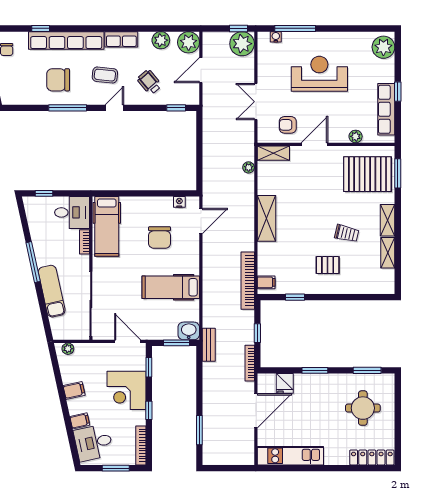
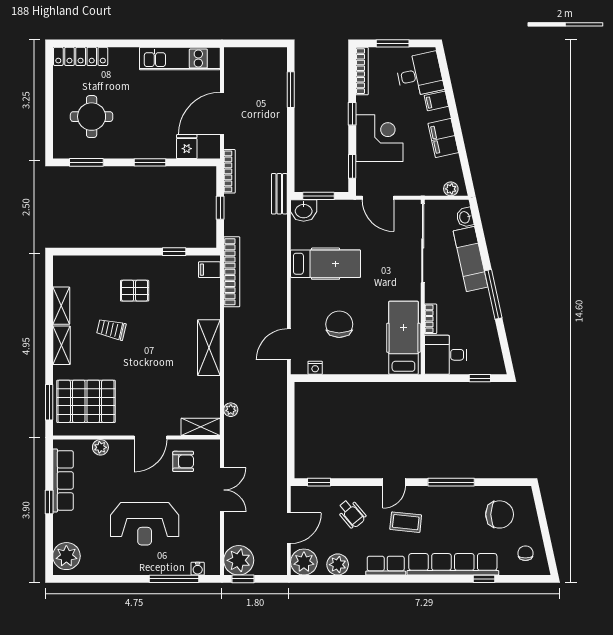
chair: (58, 80) -> (500, 514), moved
washbasin: (56, 325) -> (465, 217), added
filing cabinet: (74, 390) -> (443, 138), width x2.00

